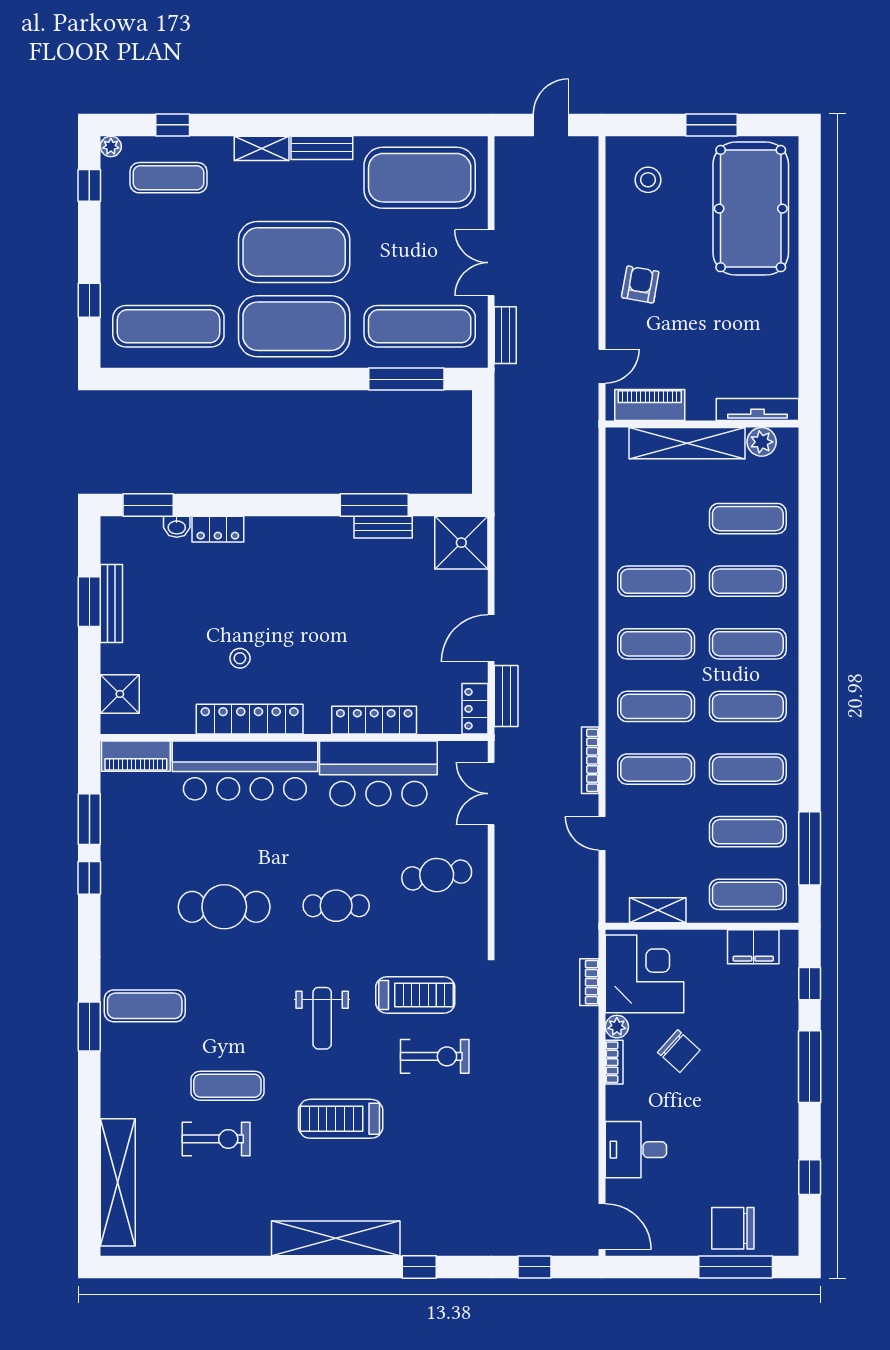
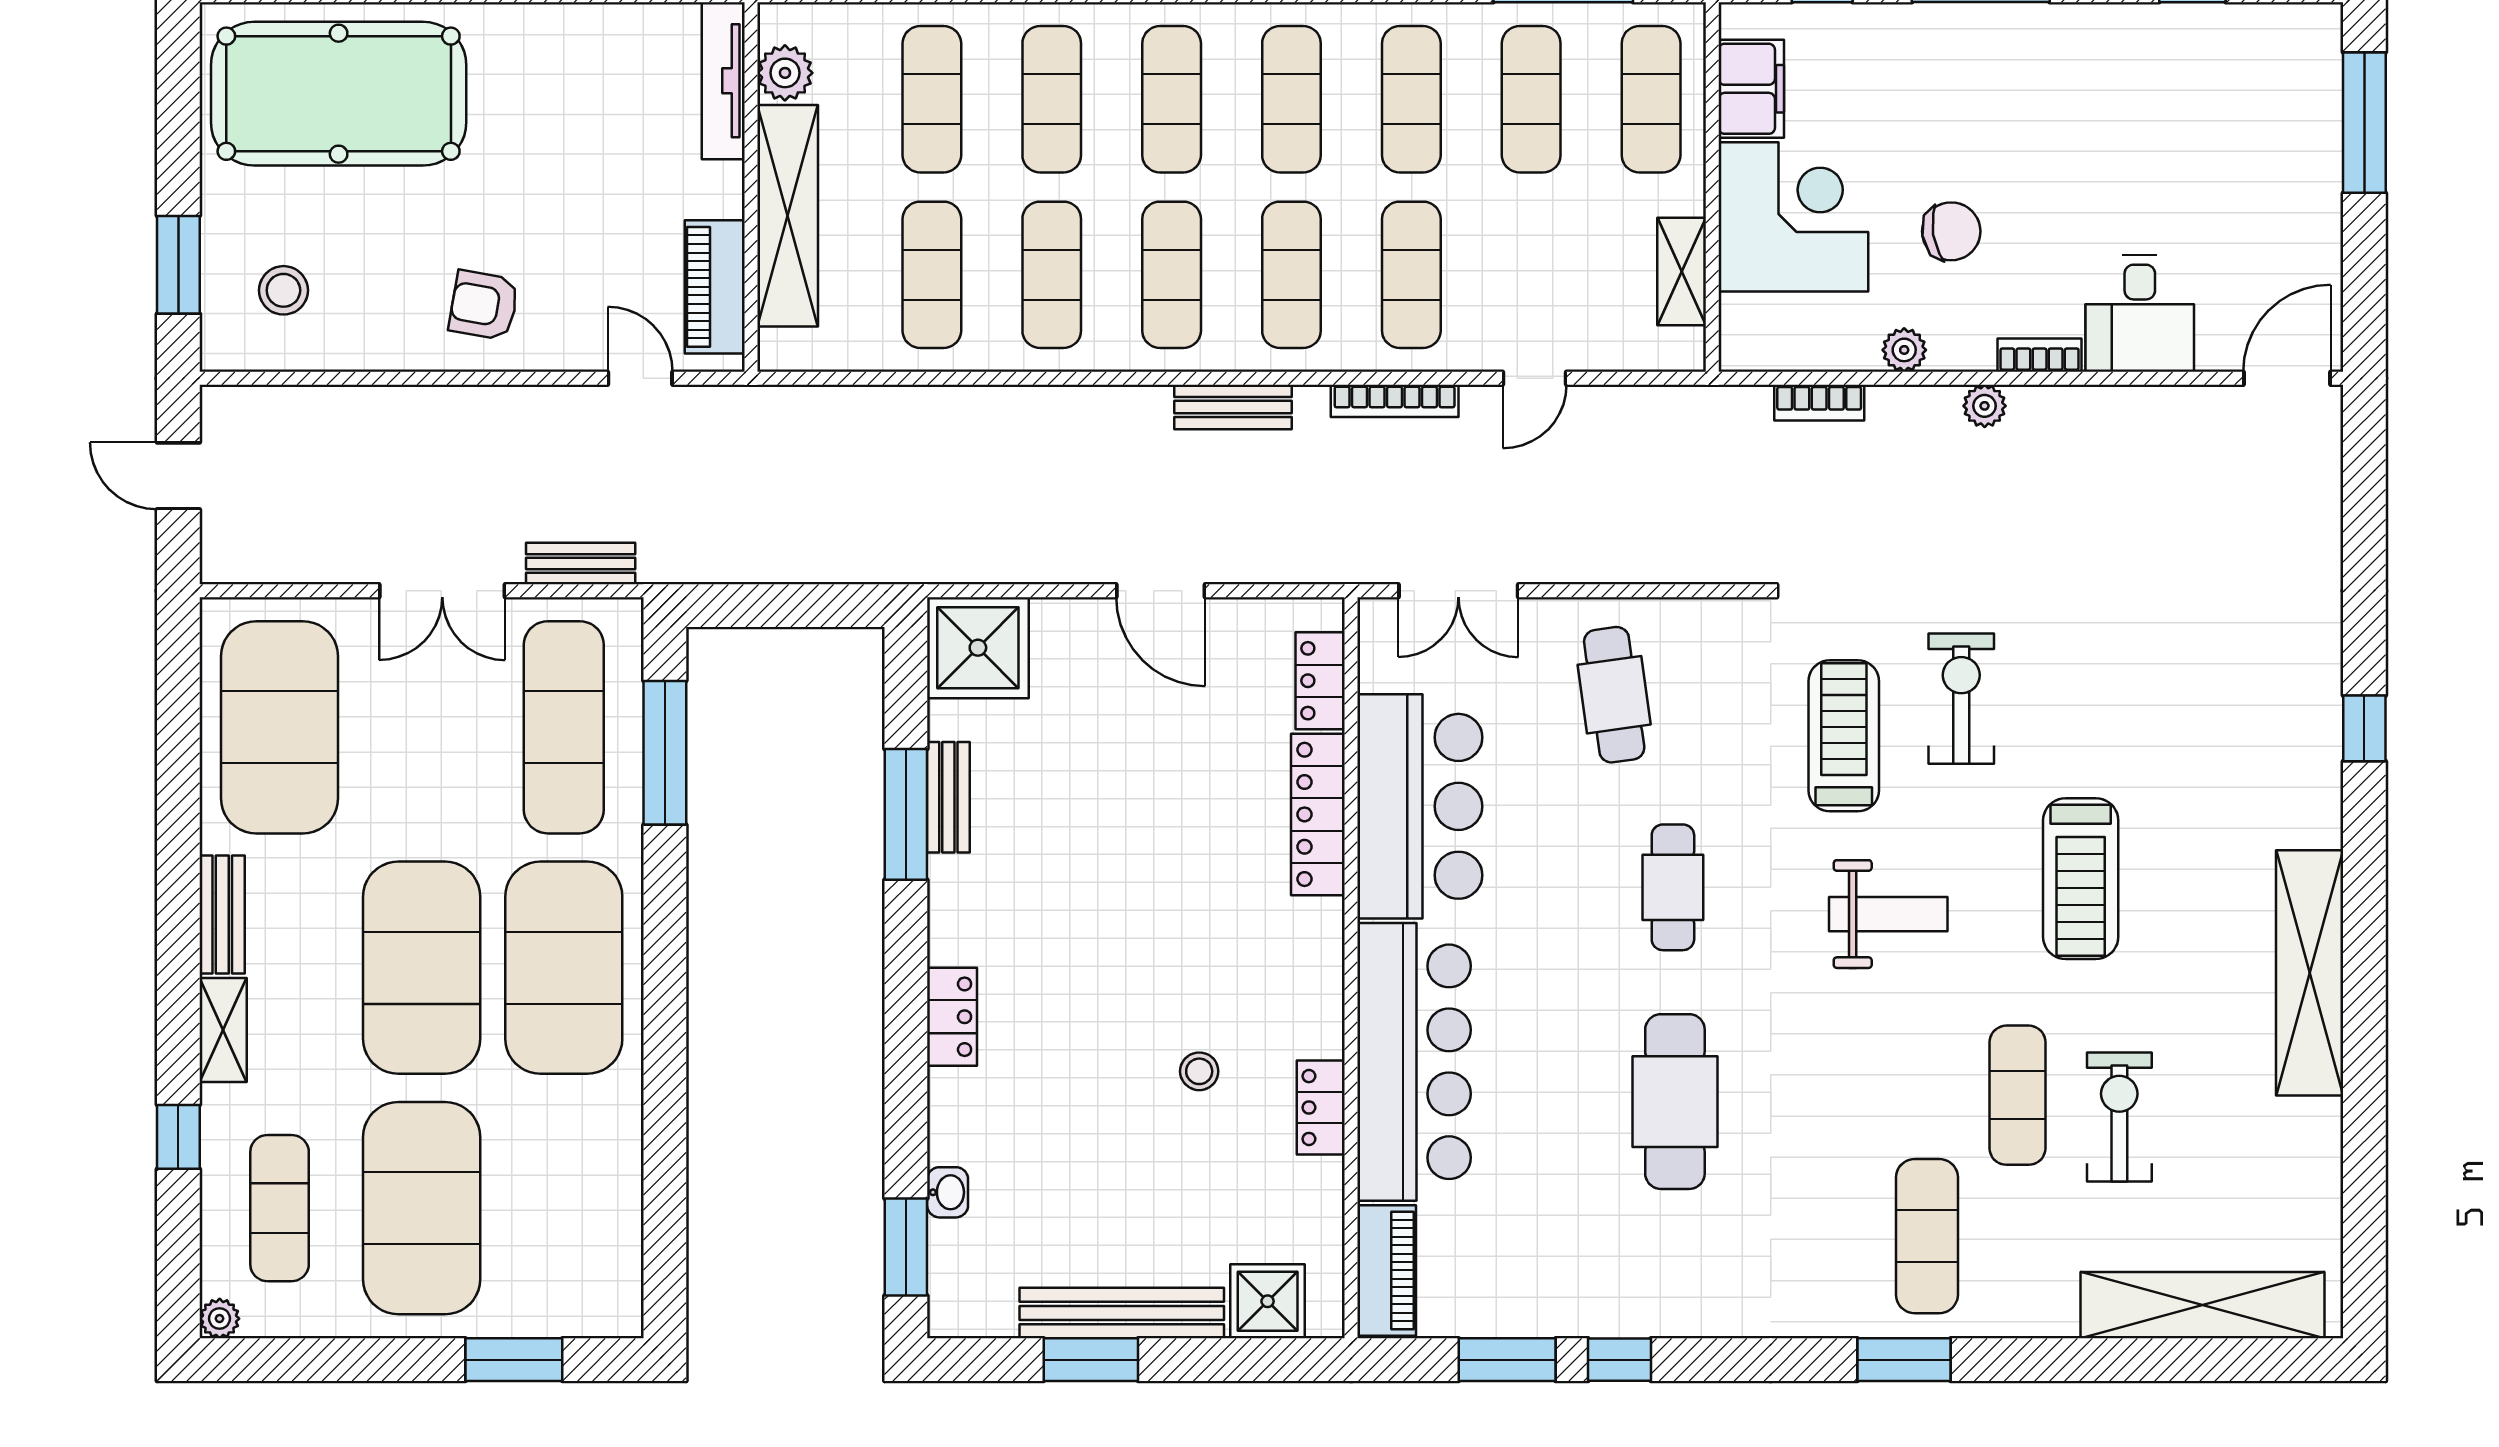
window: (173, 125) -> (178, 1137), moved
window: (711, 125) -> (178, 265), moved
window: (89, 185) -> (294, 1360), removed
window: (89, 300) -> (514, 1360), width x1.50
exercise mat: (168, 326) -> (422, 1208), moved, width x1.47
exercise mat: (656, 519) -> (932, 275), added
locker: (218, 529) -> (952, 1017), moved
bench: (111, 603) -> (1122, 1313), width x1.37, depth x1.21
bench: (506, 696) -> (1233, 407), moved
locker: (475, 709) -> (1320, 681), moved, turned 90
locker: (250, 719) -> (1321, 1108), width x0.46, depth x0.83
corner desk: (644, 974) -> (1793, 217), moved, turned 90
exercise mat: (145, 1006) -> (1927, 1236), moved
chair: (679, 1051) -> (1951, 231), turned 39
bookcase: (614, 1062) -> (2040, 355), moved
plant: (588, 1069) -> (1985, 406), added
chair: (733, 1228) -> (2290, 128), removed
shelving: (336, 1238) -> (2310, 973), moved
window: (535, 1267) -> (2364, 507), removed

